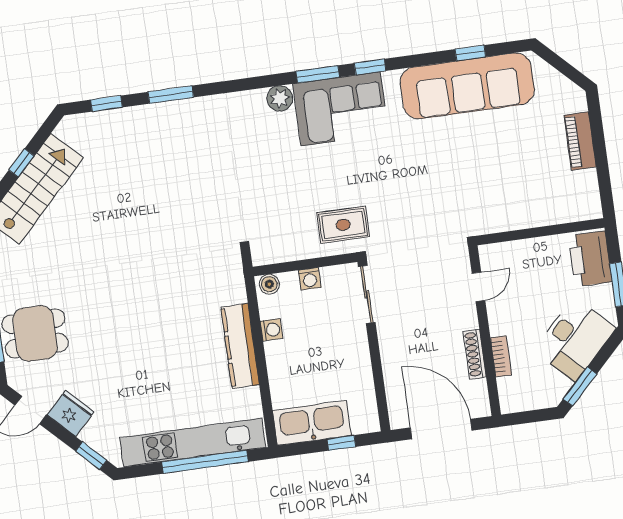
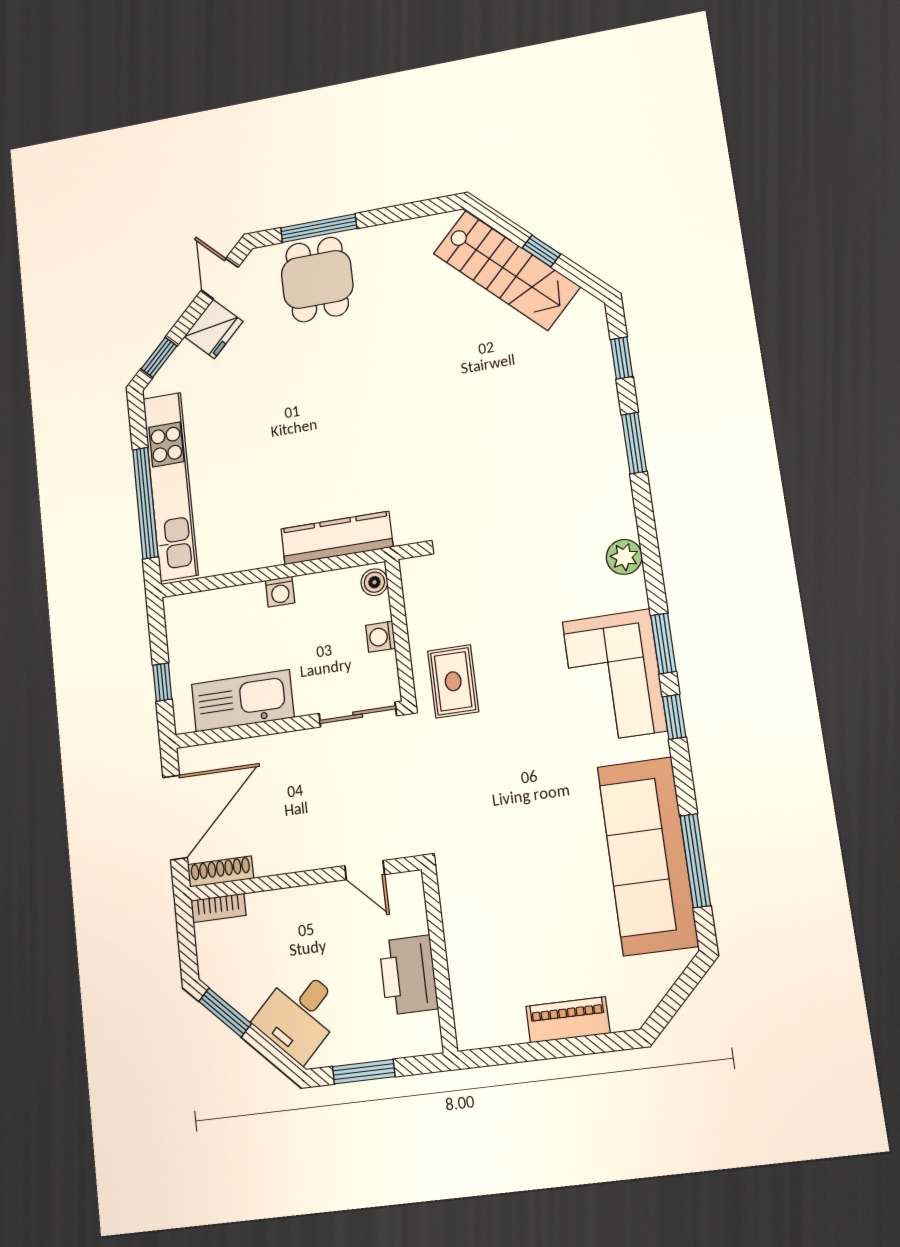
window: (470, 53) -> (695, 861), width x2.17
plant: (280, 98) -> (624, 557), moved
printer: (590, 259) -> (408, 975), moved, turned -90
washing machine: (272, 330) -> (280, 592), moved
desk: (575, 339) -> (299, 1014), width x0.73
kitchen counter: (240, 346) -> (337, 538), moved
shoe rack: (475, 354) -> (221, 872), moved
bookcase: (501, 356) -> (218, 908), moved
kitchen sink: (312, 423) -> (243, 701), moved, turned -90

